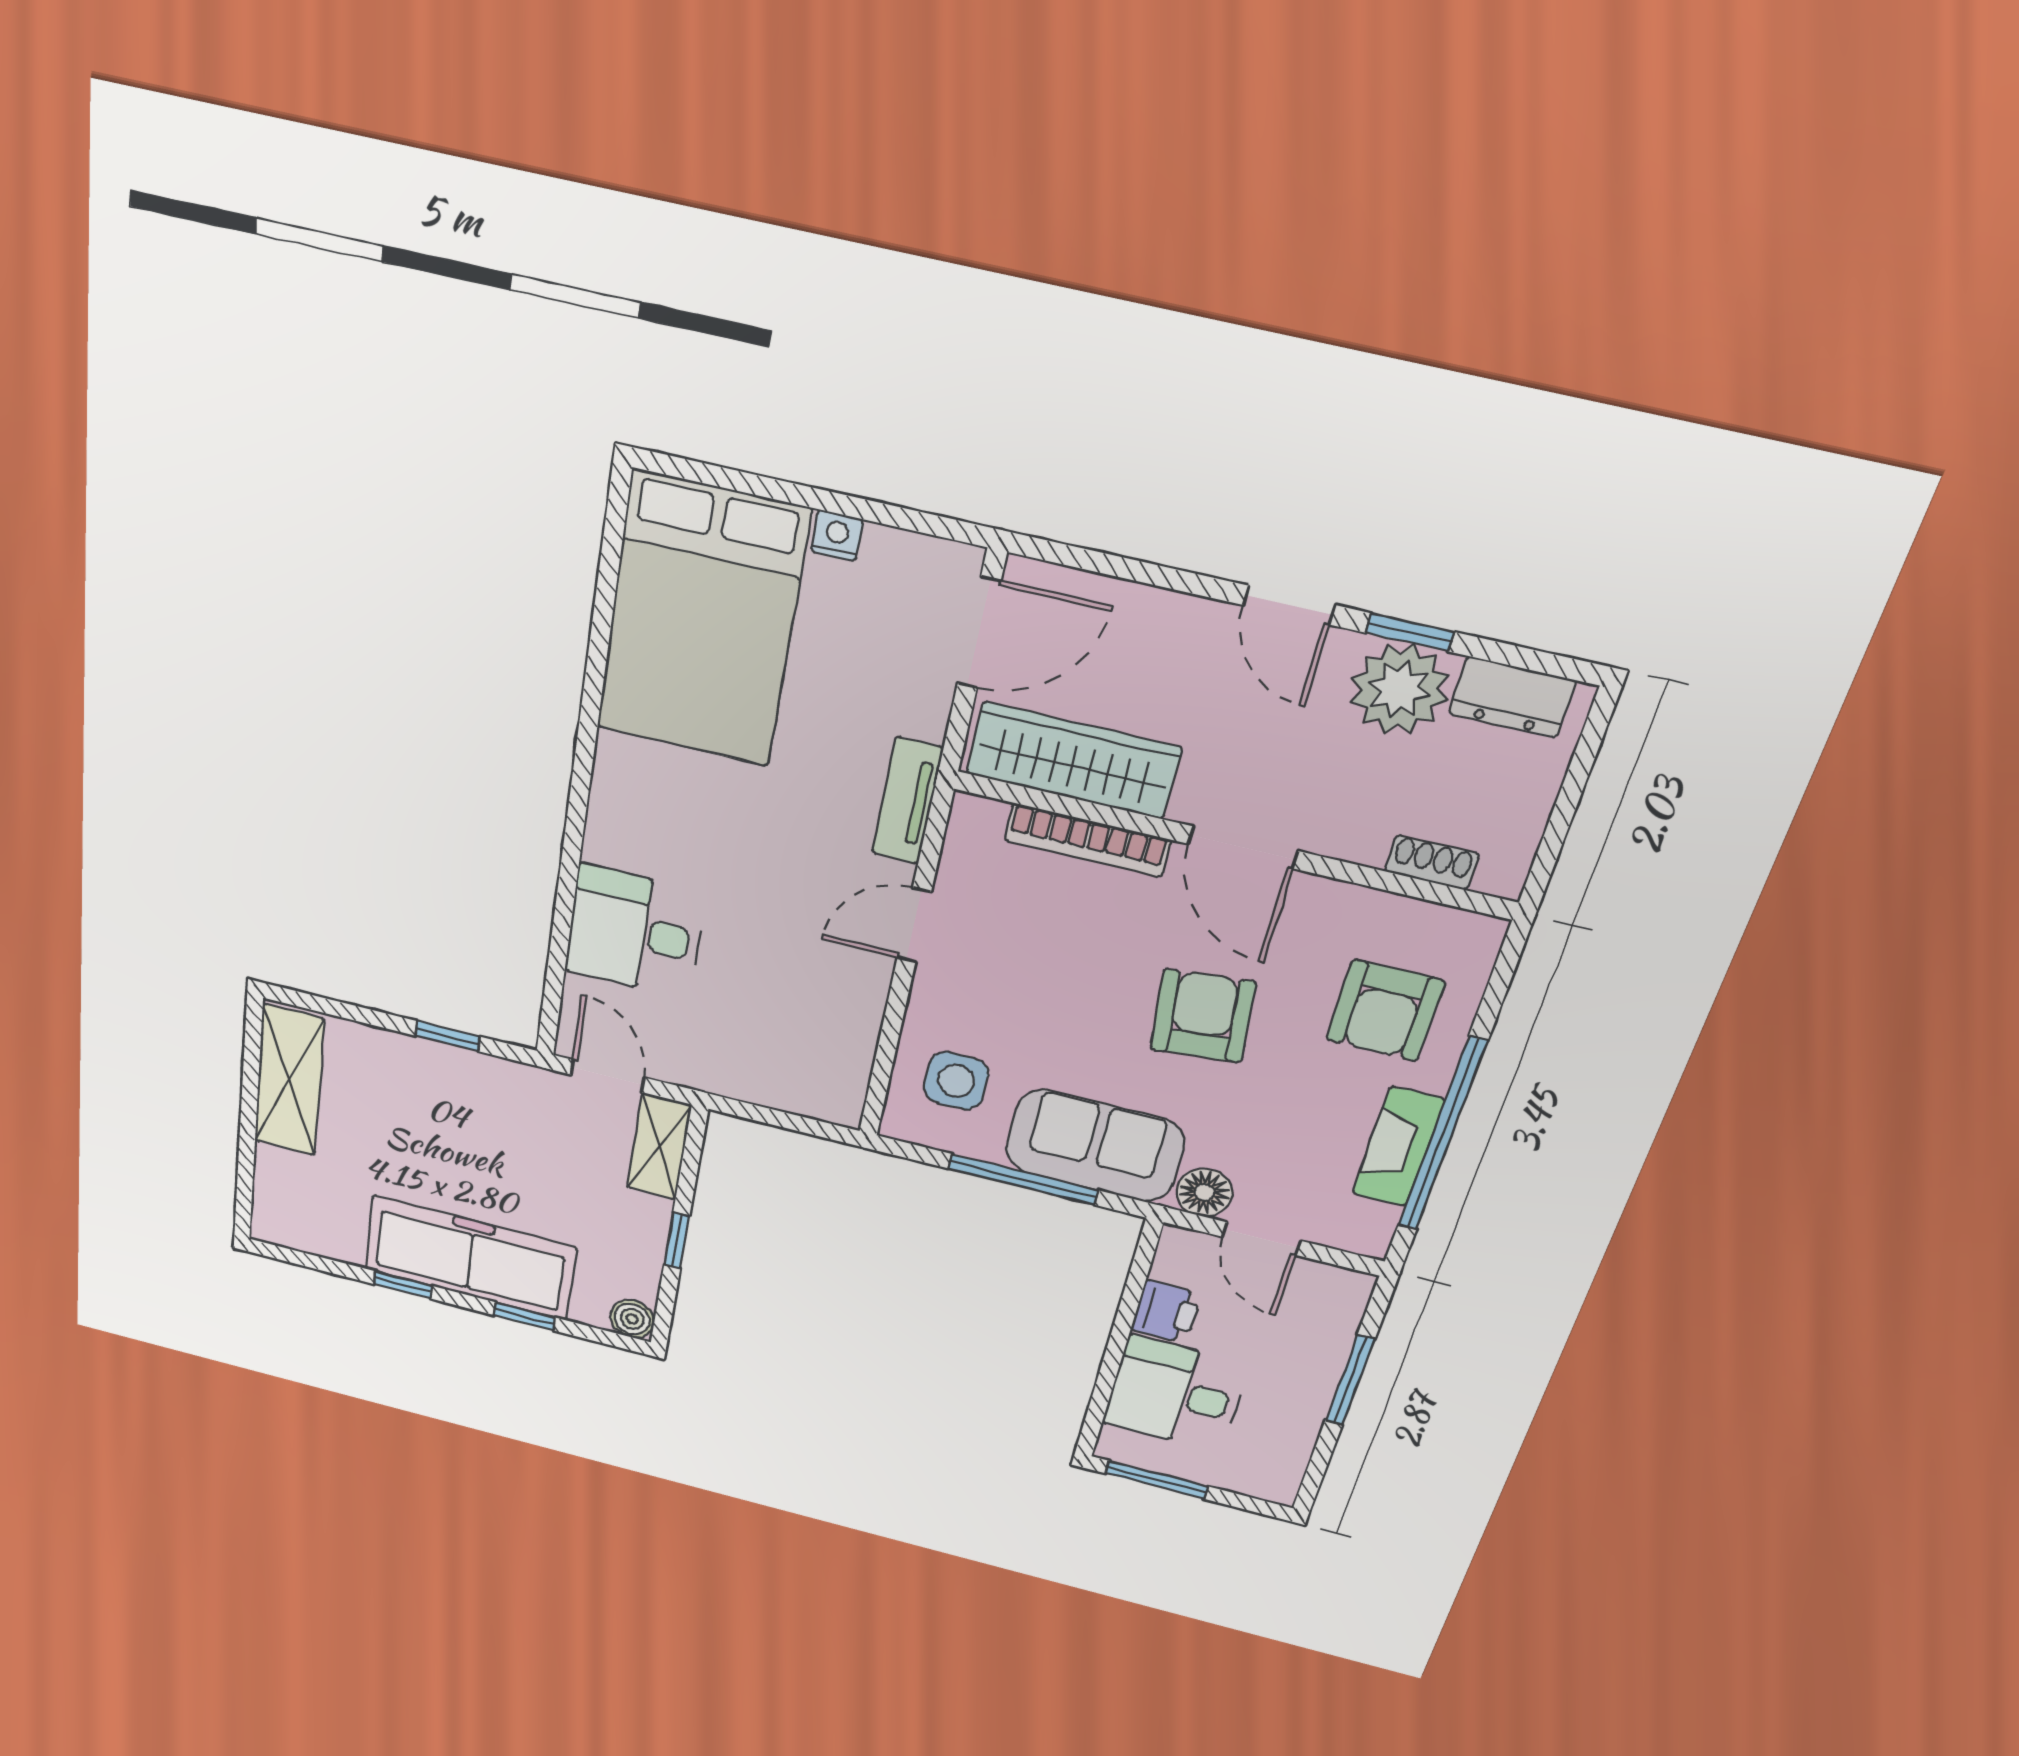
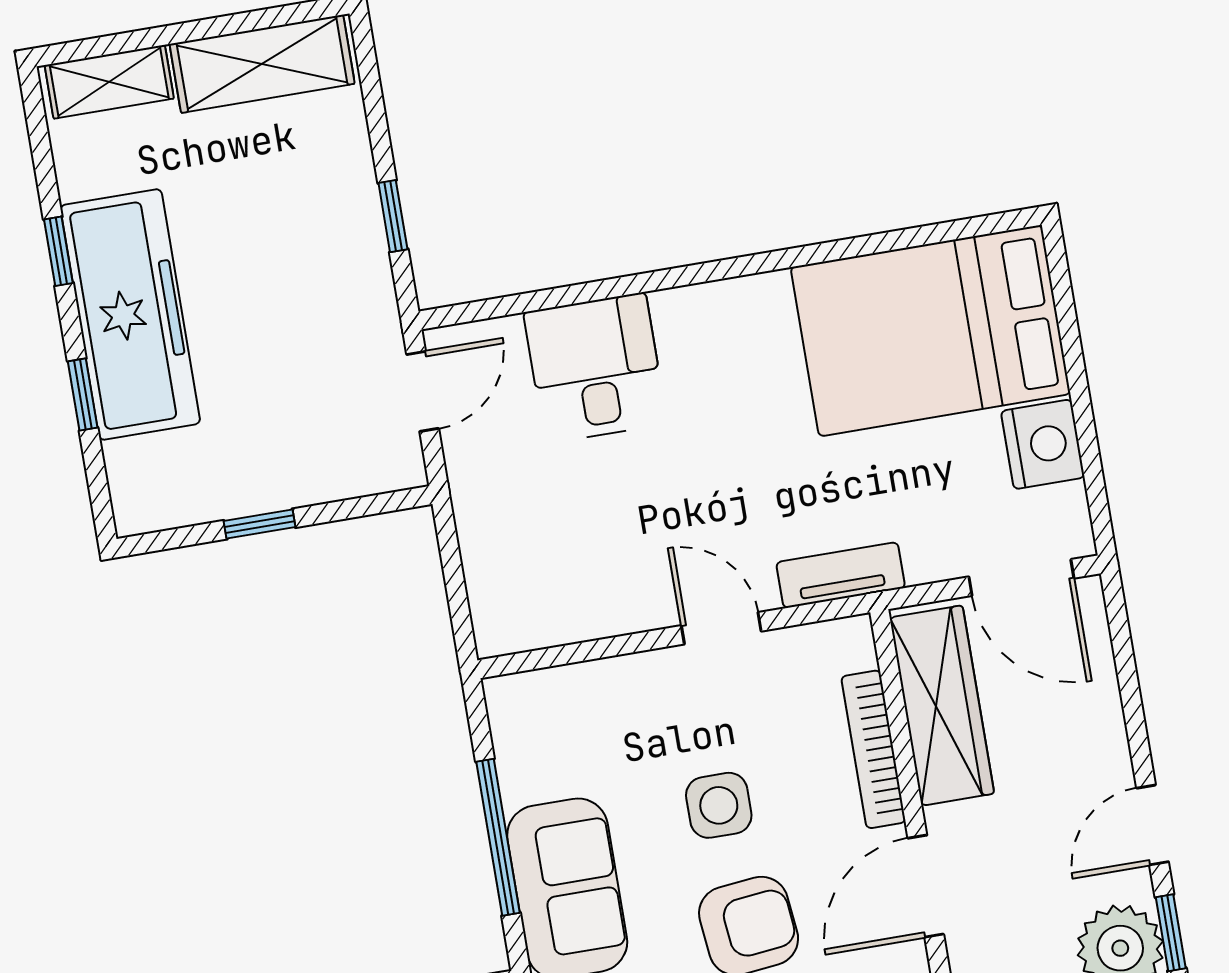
nightstand: (837, 536) -> (1043, 444), width x1.89, depth x1.79
side table: (956, 1081) -> (719, 805), moved
shelving: (659, 1146) -> (109, 82), moved
boiler: (632, 1319) -> (137, 510), removed

